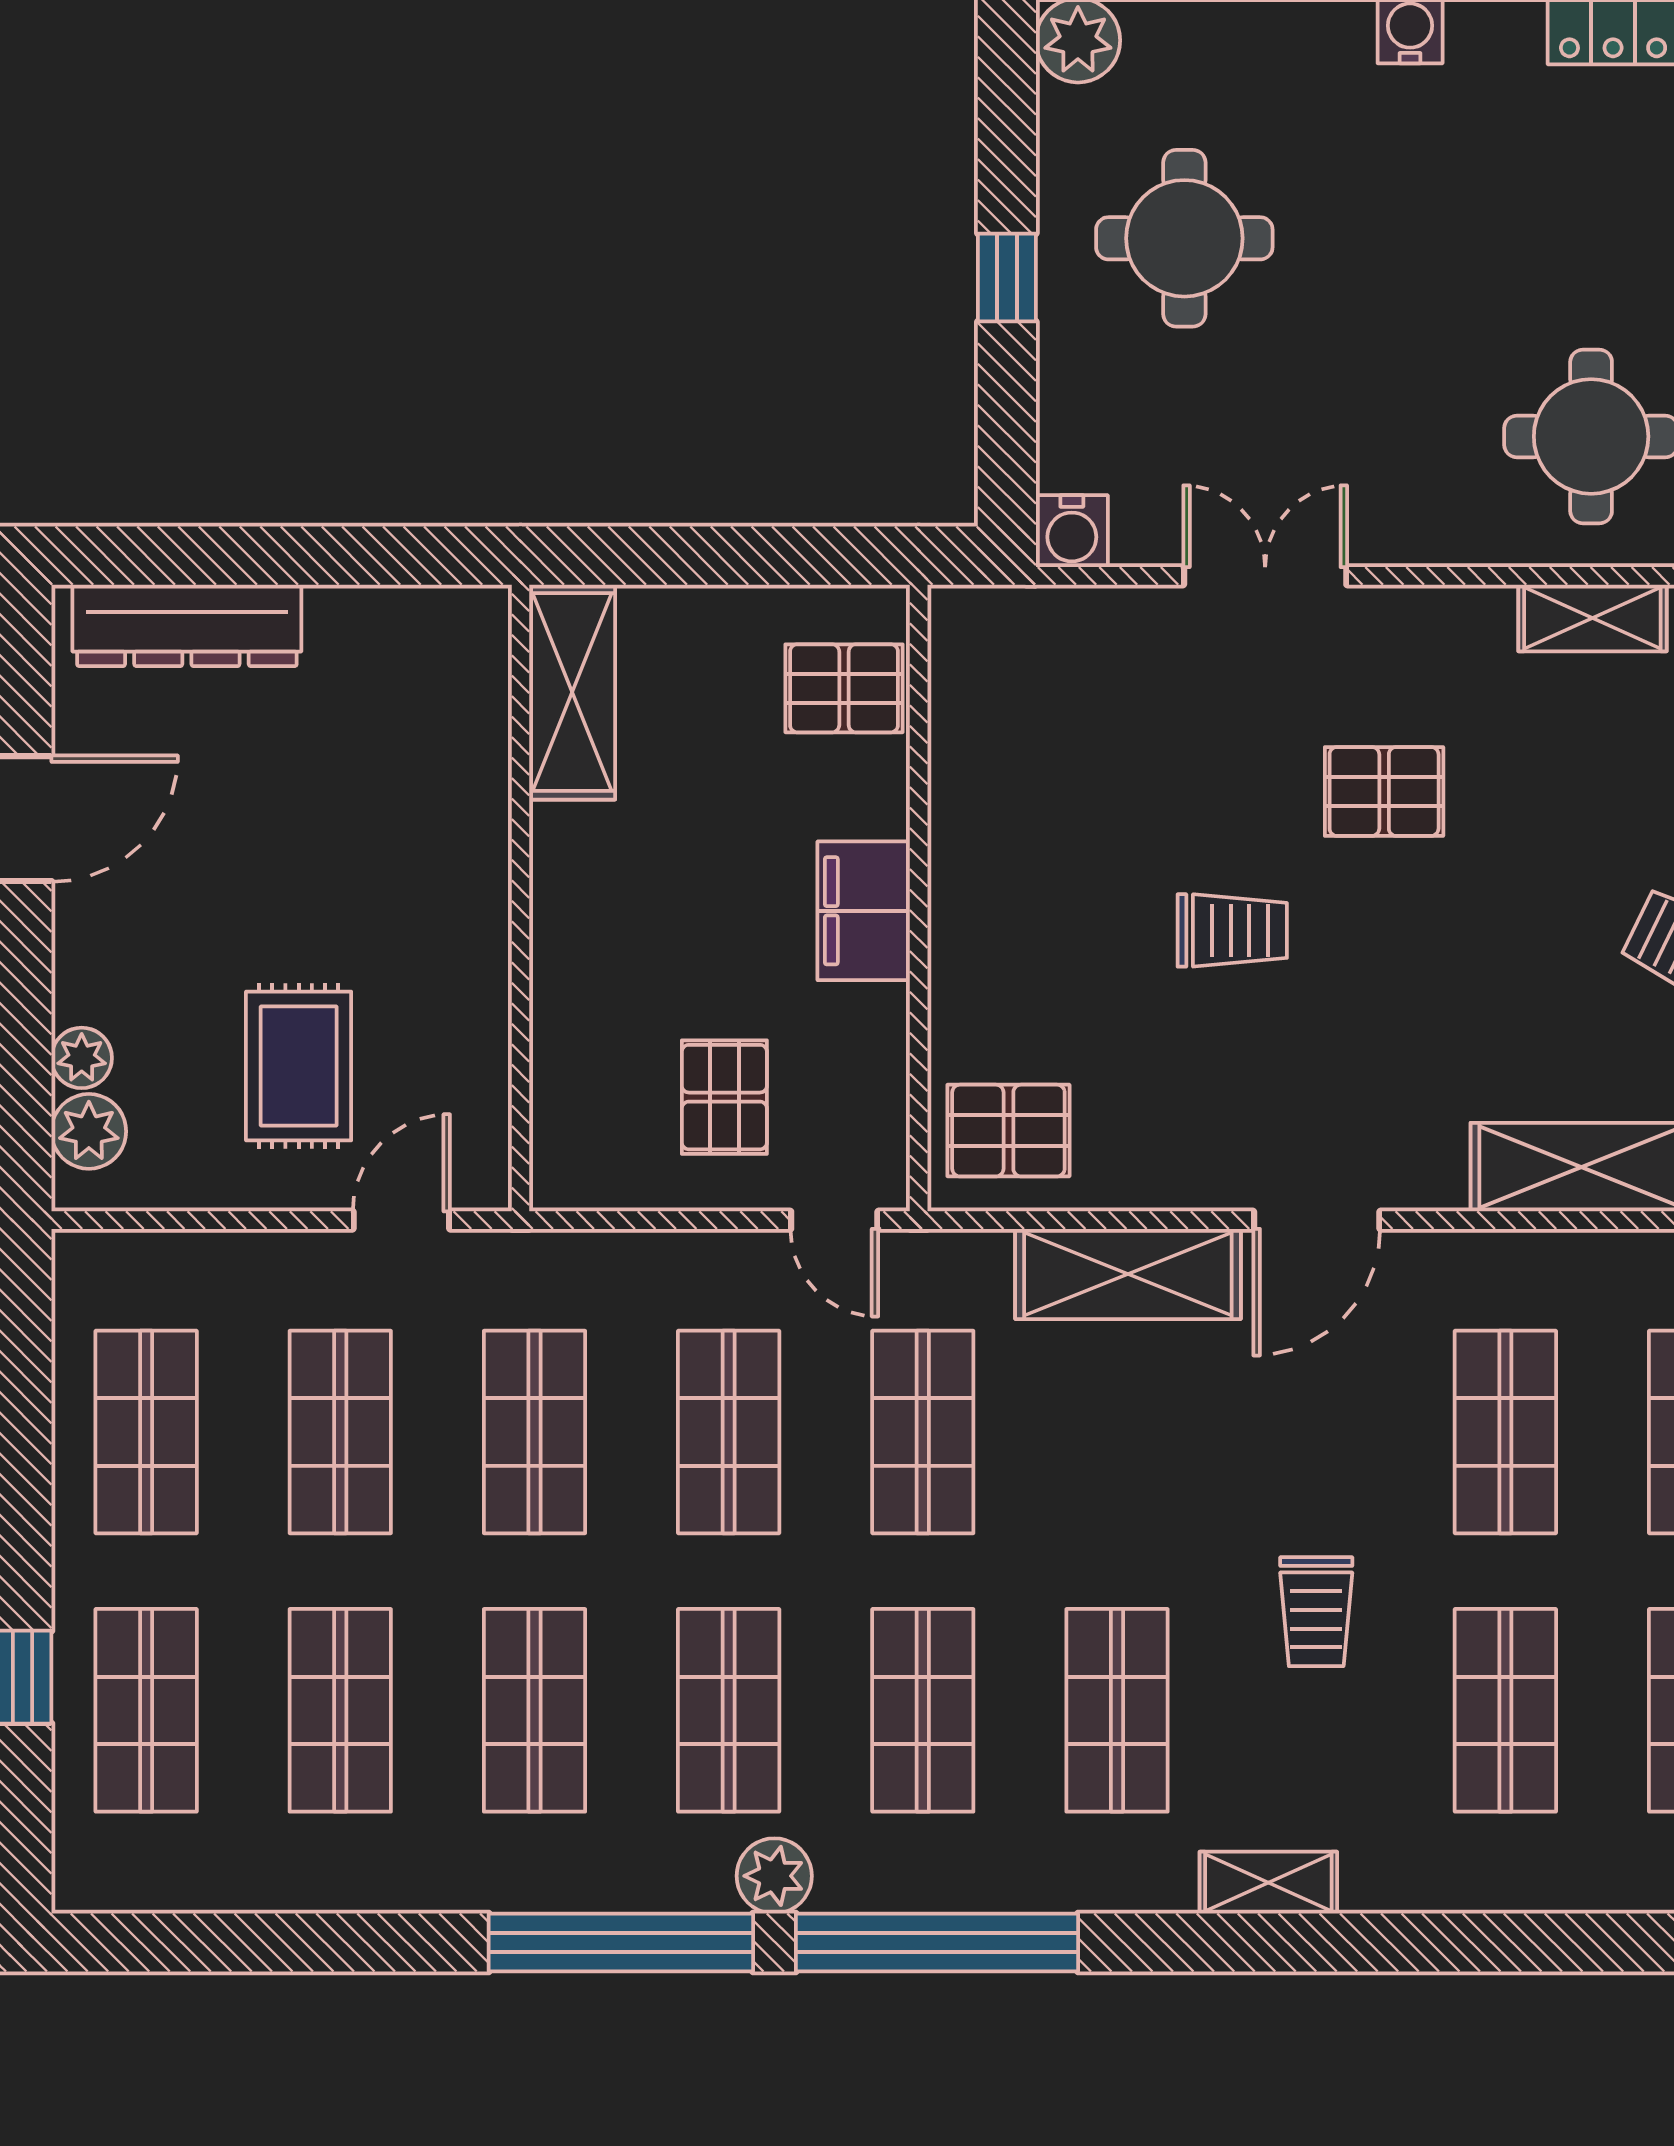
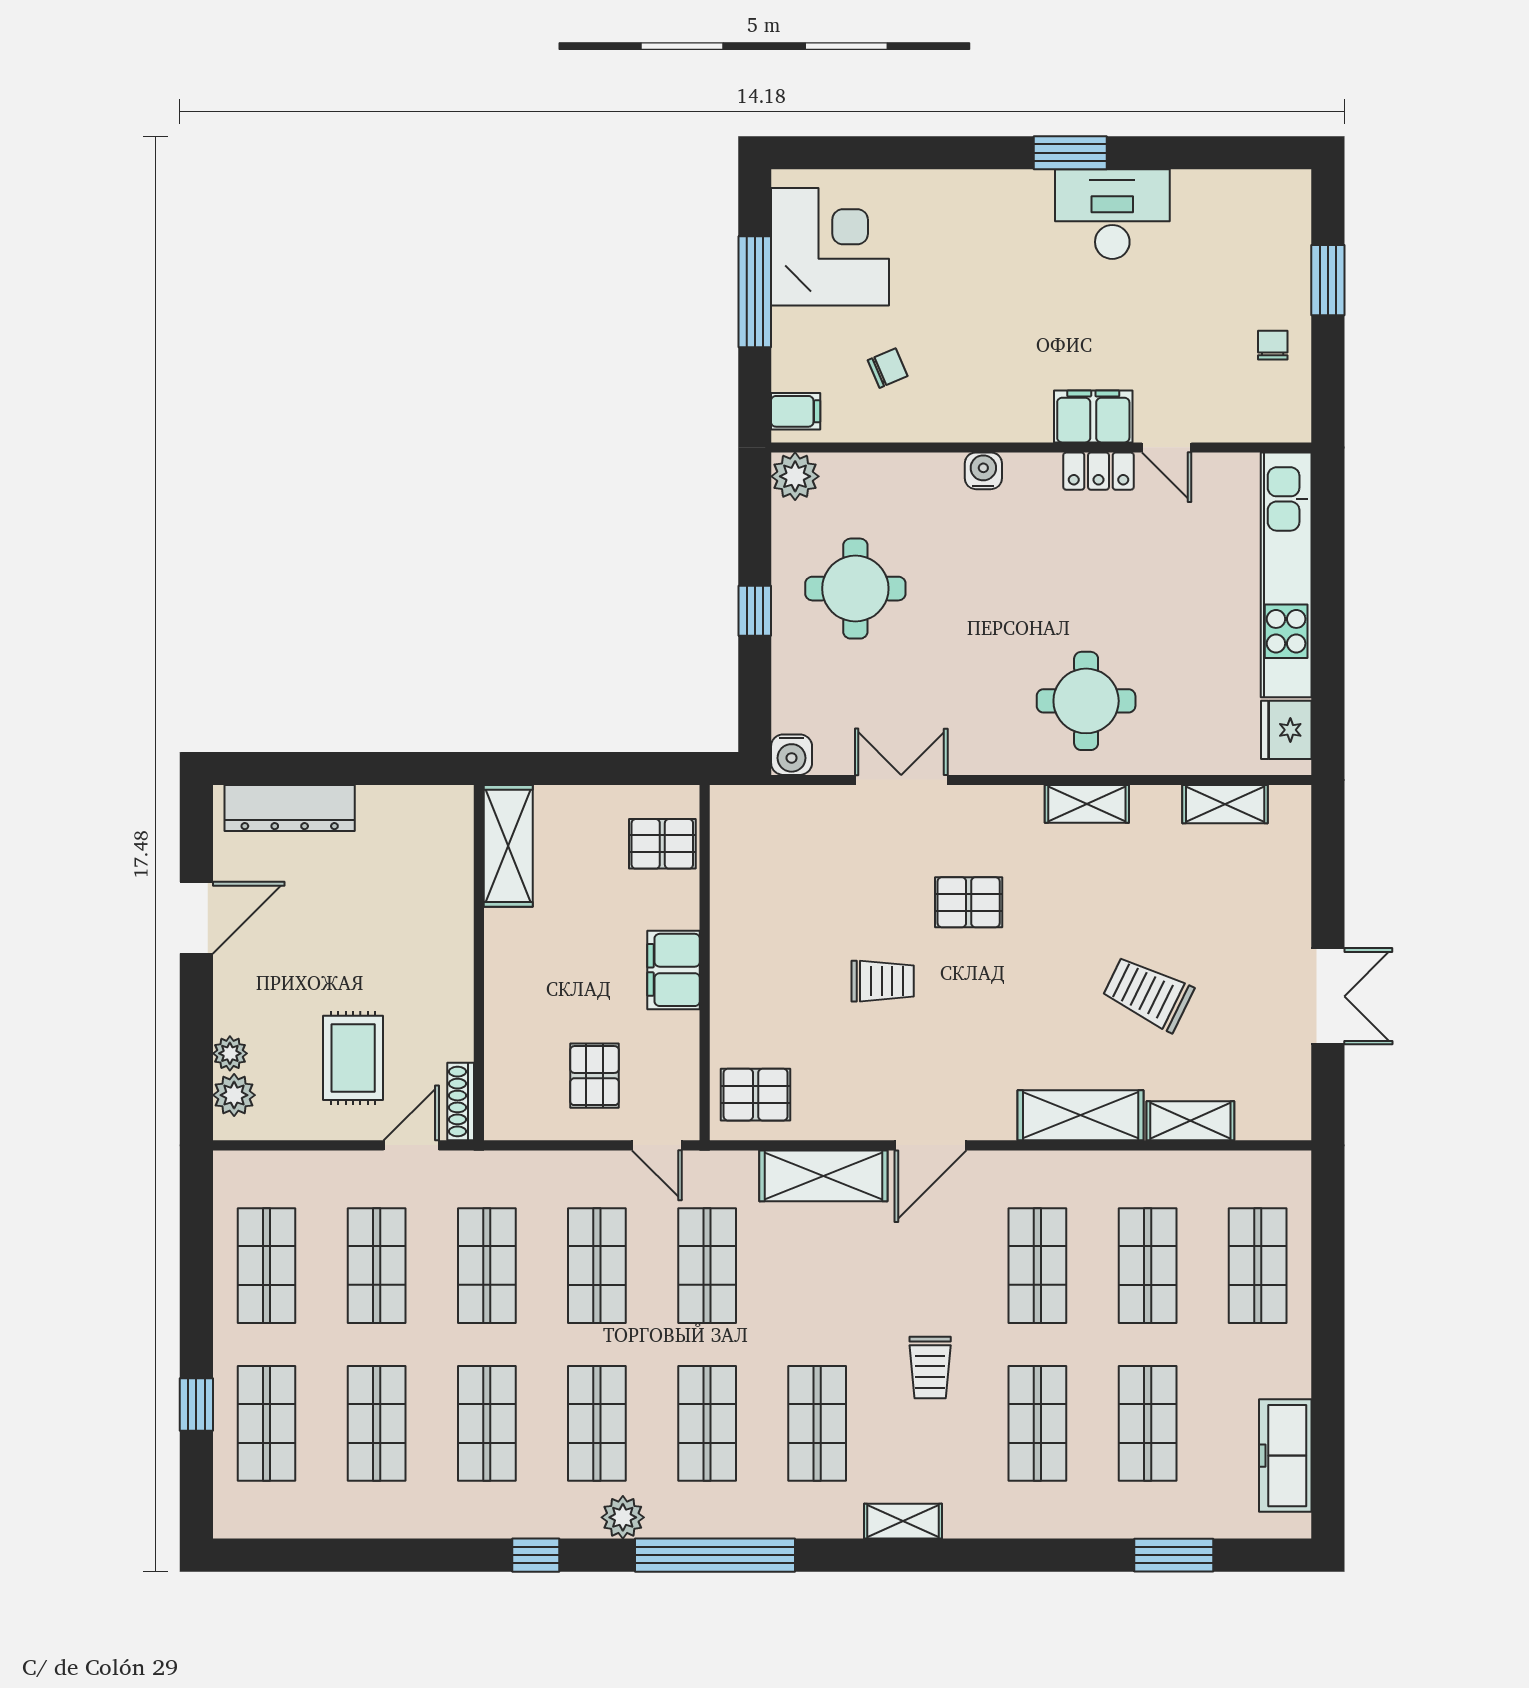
shoe rack: (488, 1143) -> (461, 1101), added
window: (621, 1942) -> (536, 1555), width x0.32

